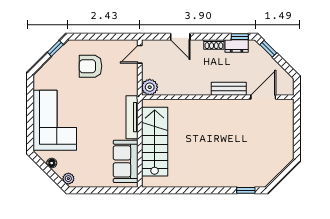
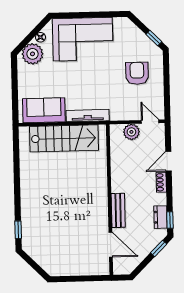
shoe rack: (214, 44) -> (161, 182), moved
plant: (150, 87) -> (131, 132), moved
plant: (68, 179) -> (32, 54), width x1.88, depth x1.88

